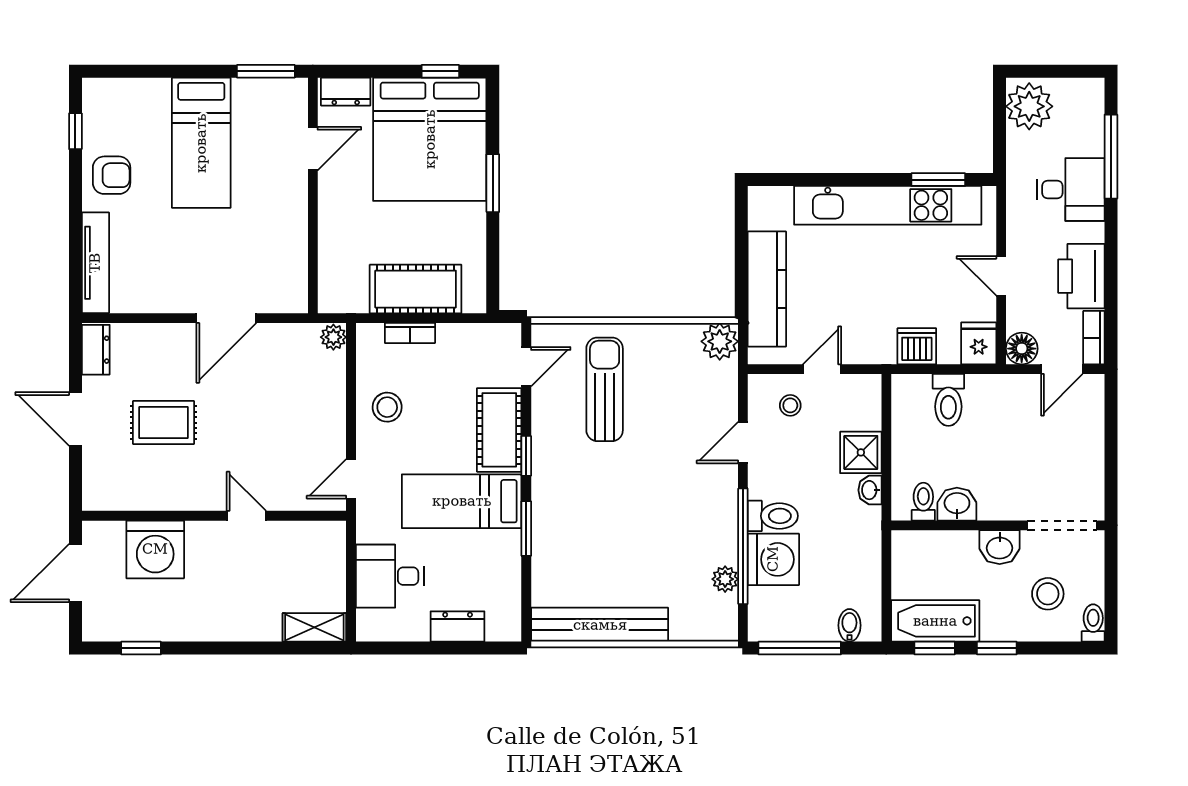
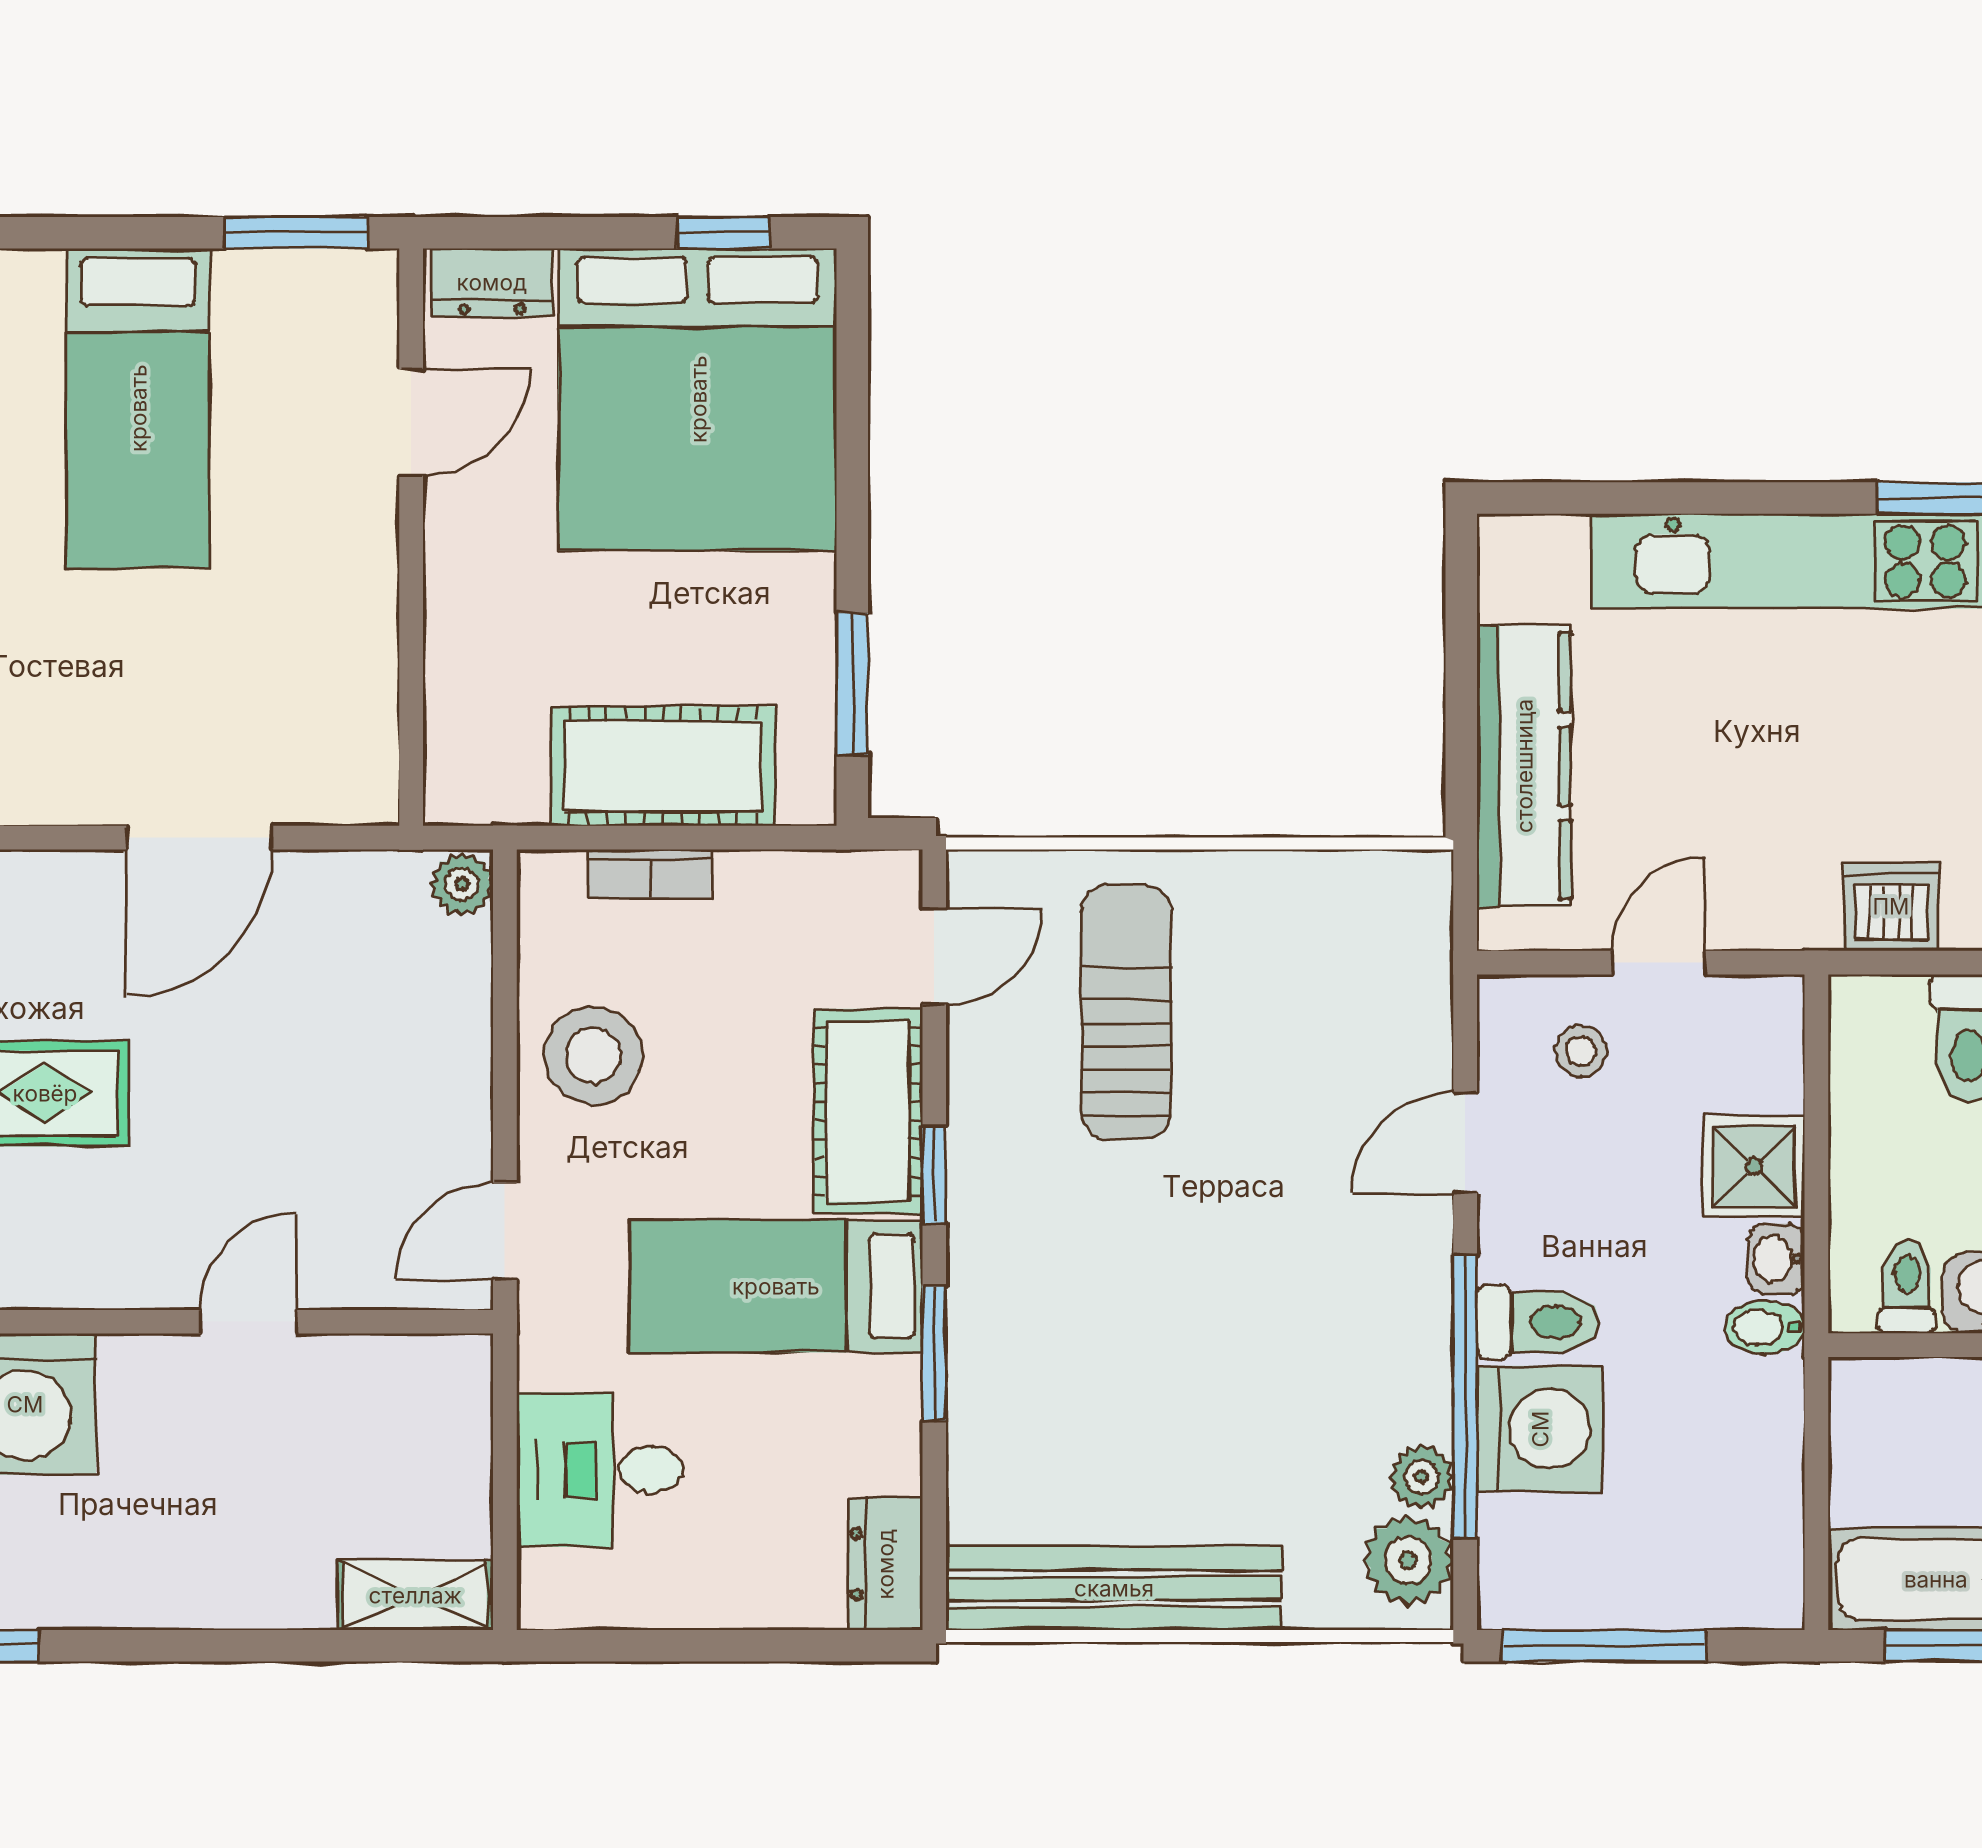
window: (493, 183) -> (852, 684), moved
plant: (720, 341) -> (1408, 1560), moved
stool: (387, 407) -> (593, 1056), width x1.38, depth x1.38
door: (246, 516) -> (249, 1322), hinge flipped
bidet: (849, 625) -> (1765, 1327), moved, turned -90
dresser: (458, 626) -> (885, 1564), moved, turned -90

